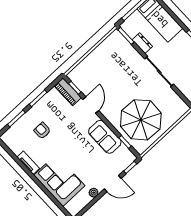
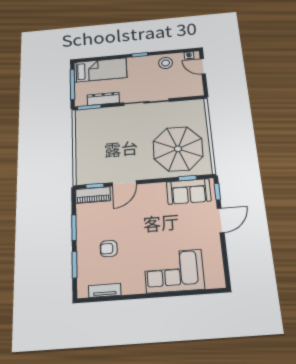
dresser: (142, 43) -> (103, 99), width x1.44
door: (91, 105) -> (124, 183), swing flipped
sofa: (105, 137) -> (189, 191), moved
tv unit: (28, 163) -> (105, 290), moved
plant: (94, 193) -> (215, 246), removed

